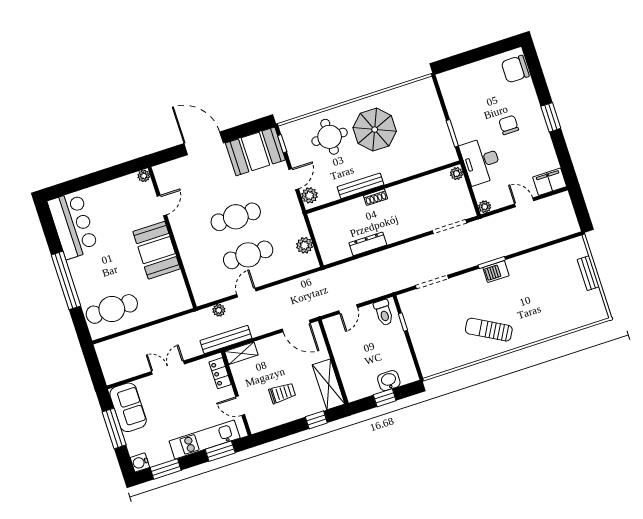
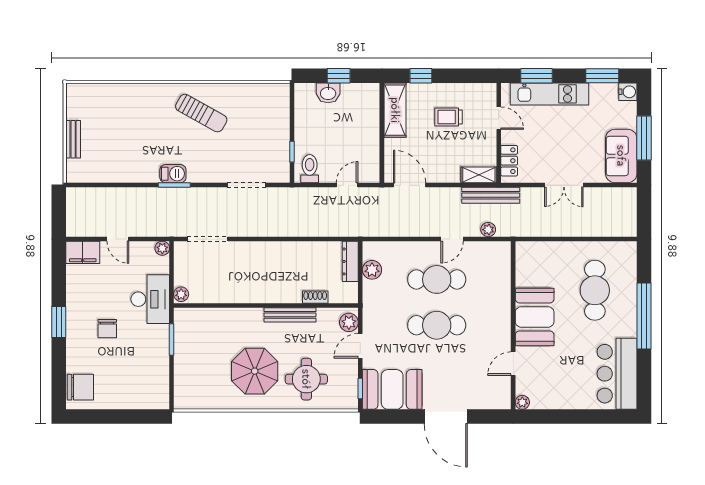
shoe rack: (376, 197) -> (315, 297), moved
dresser: (368, 244) -> (350, 261), moved, turned 90
cafe table: (112, 309) -> (595, 290), moved, turned 90

